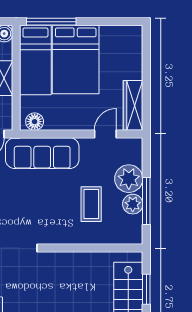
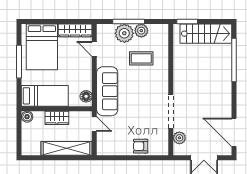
window: (51, 22) -> (19, 62), moved
bed: (76, 60) -> (42, 47), moved, turned 90
window: (146, 201) -> (129, 21), moved
window: (146, 289) -> (187, 21), moved

